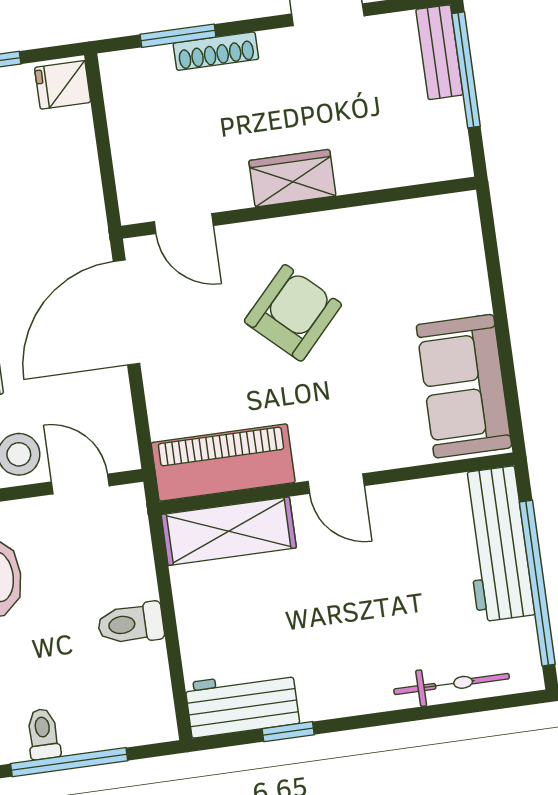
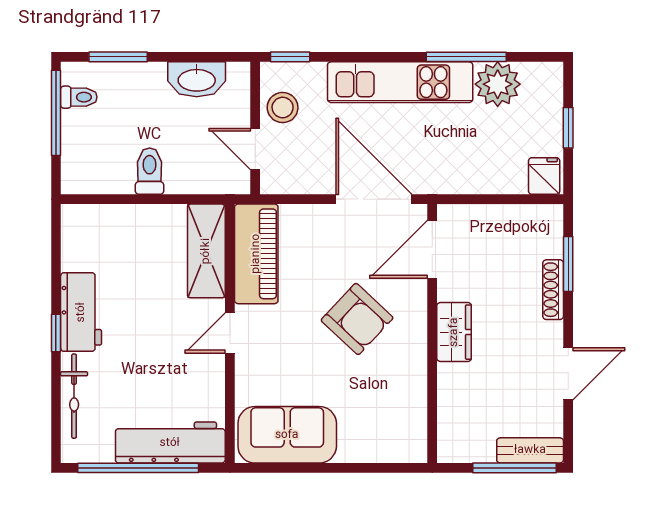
door: (184, 224) -> (432, 249), width x1.38
door: (80, 484) -> (255, 149), swing flipped
workbench: (242, 703) -> (81, 312), moved
window: (288, 732) -> (56, 333), moved

